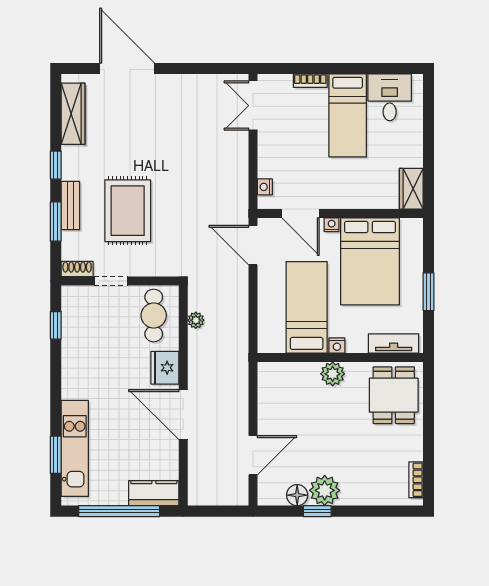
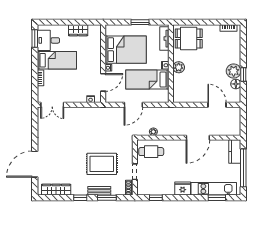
window: (394, 69) -> (35, 38), added
wardrobe: (411, 189) -> (78, 30), moved
door: (253, 245) -> (133, 105), moved
fridge: (165, 368) -> (183, 189), moved, turned 180

